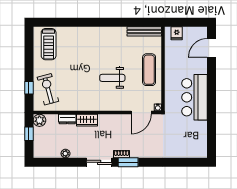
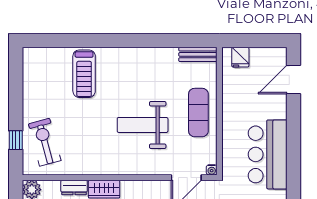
bench: (144, 31) -> (198, 54), width x0.73
treadmill: (49, 44) -> (84, 74), moved
weight bench: (112, 78) -> (143, 125), width x1.36, depth x1.33

